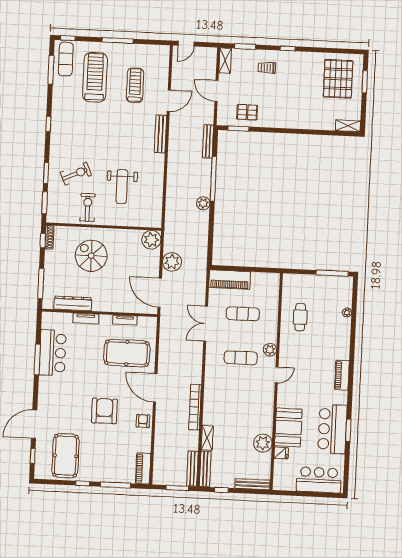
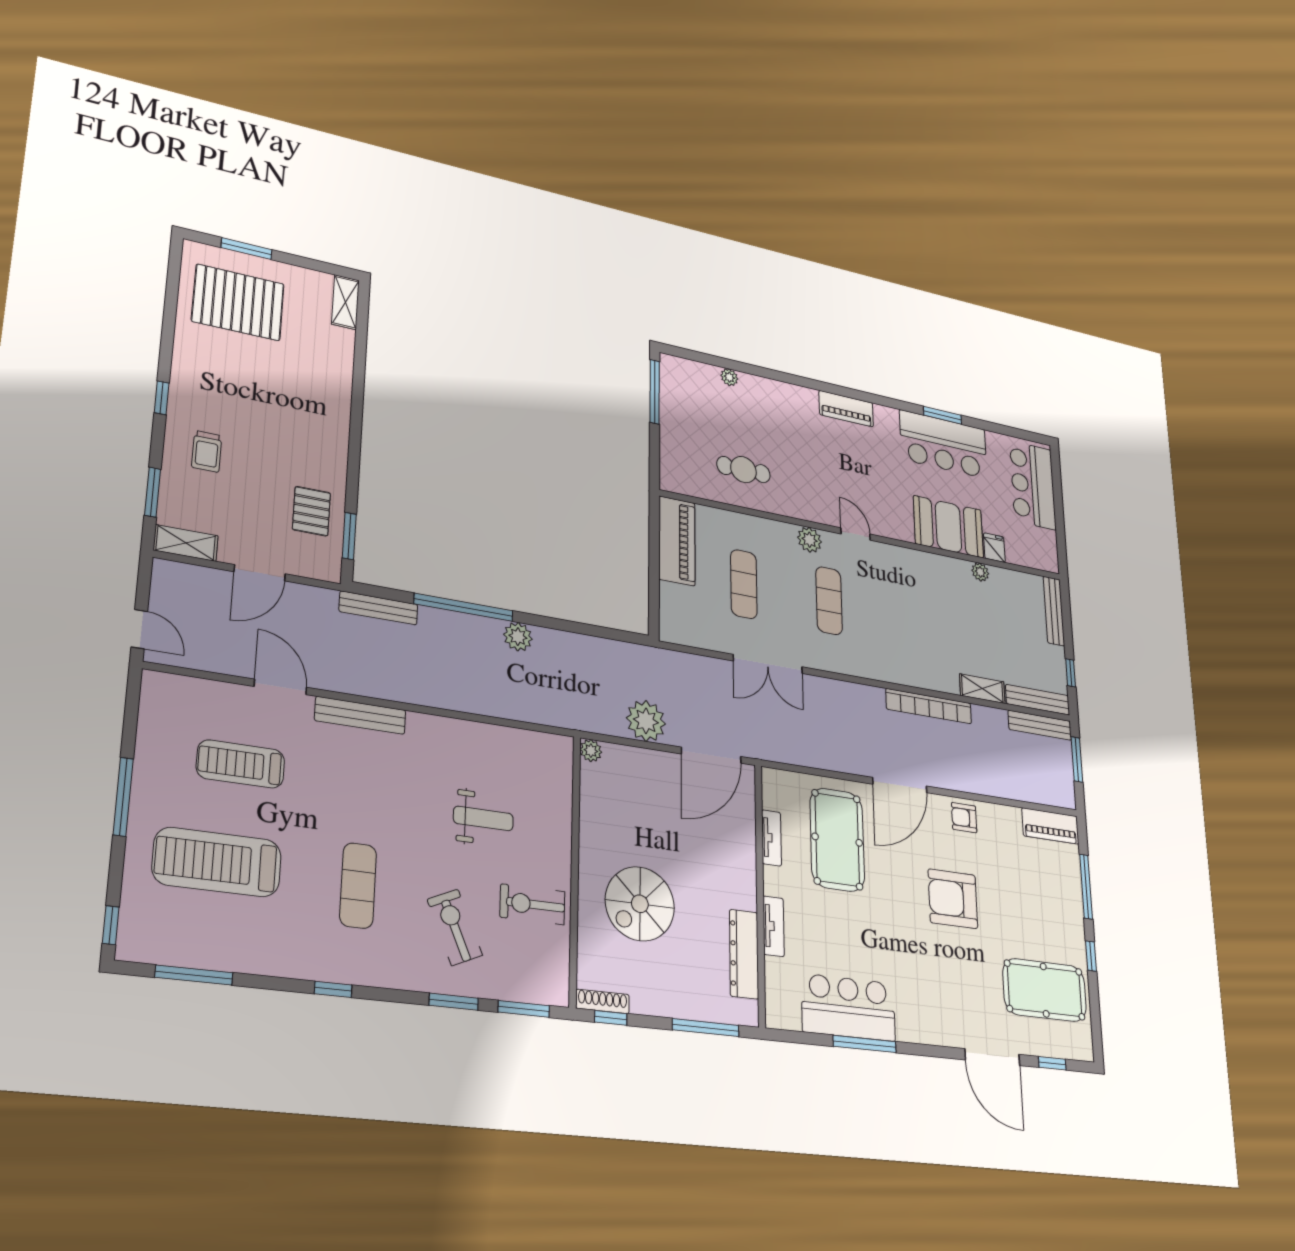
exercise mat: (66, 59) -> (358, 886), moved, turned 90
weight bench: (122, 187) -> (483, 818), width x0.73, depth x0.75
plant: (151, 240) -> (591, 751), width x0.53, depth x0.53
piano: (230, 280) -> (677, 541), moved
plant: (263, 443) -> (980, 572), width x0.53, depth x0.53

